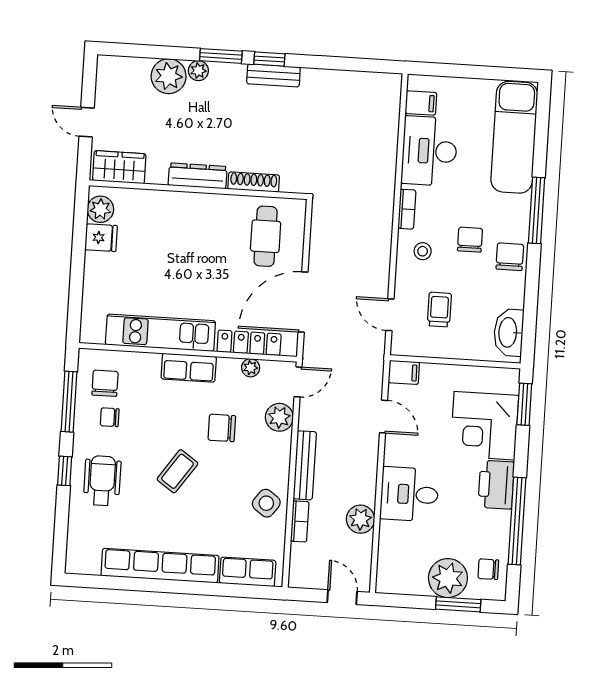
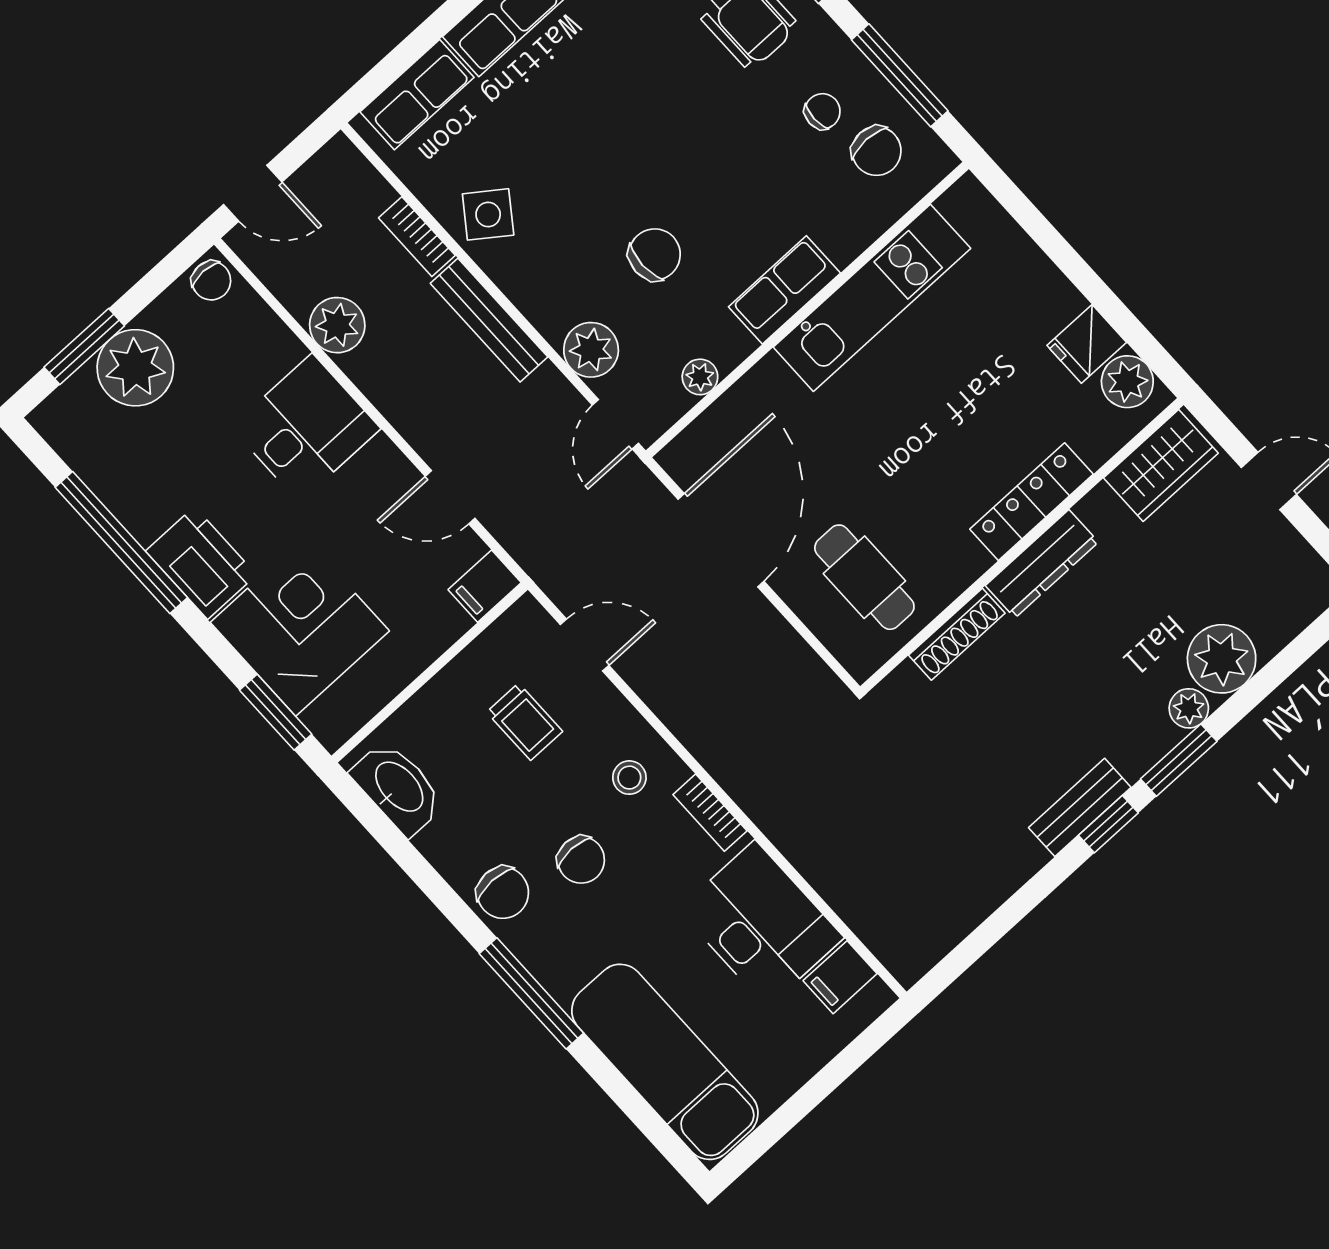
locker: (249, 343) -> (1032, 502), moved, turned 180
coffee table: (177, 471) -> (654, 133), removed
chair: (488, 569) -> (211, 281), moved, turned 90

